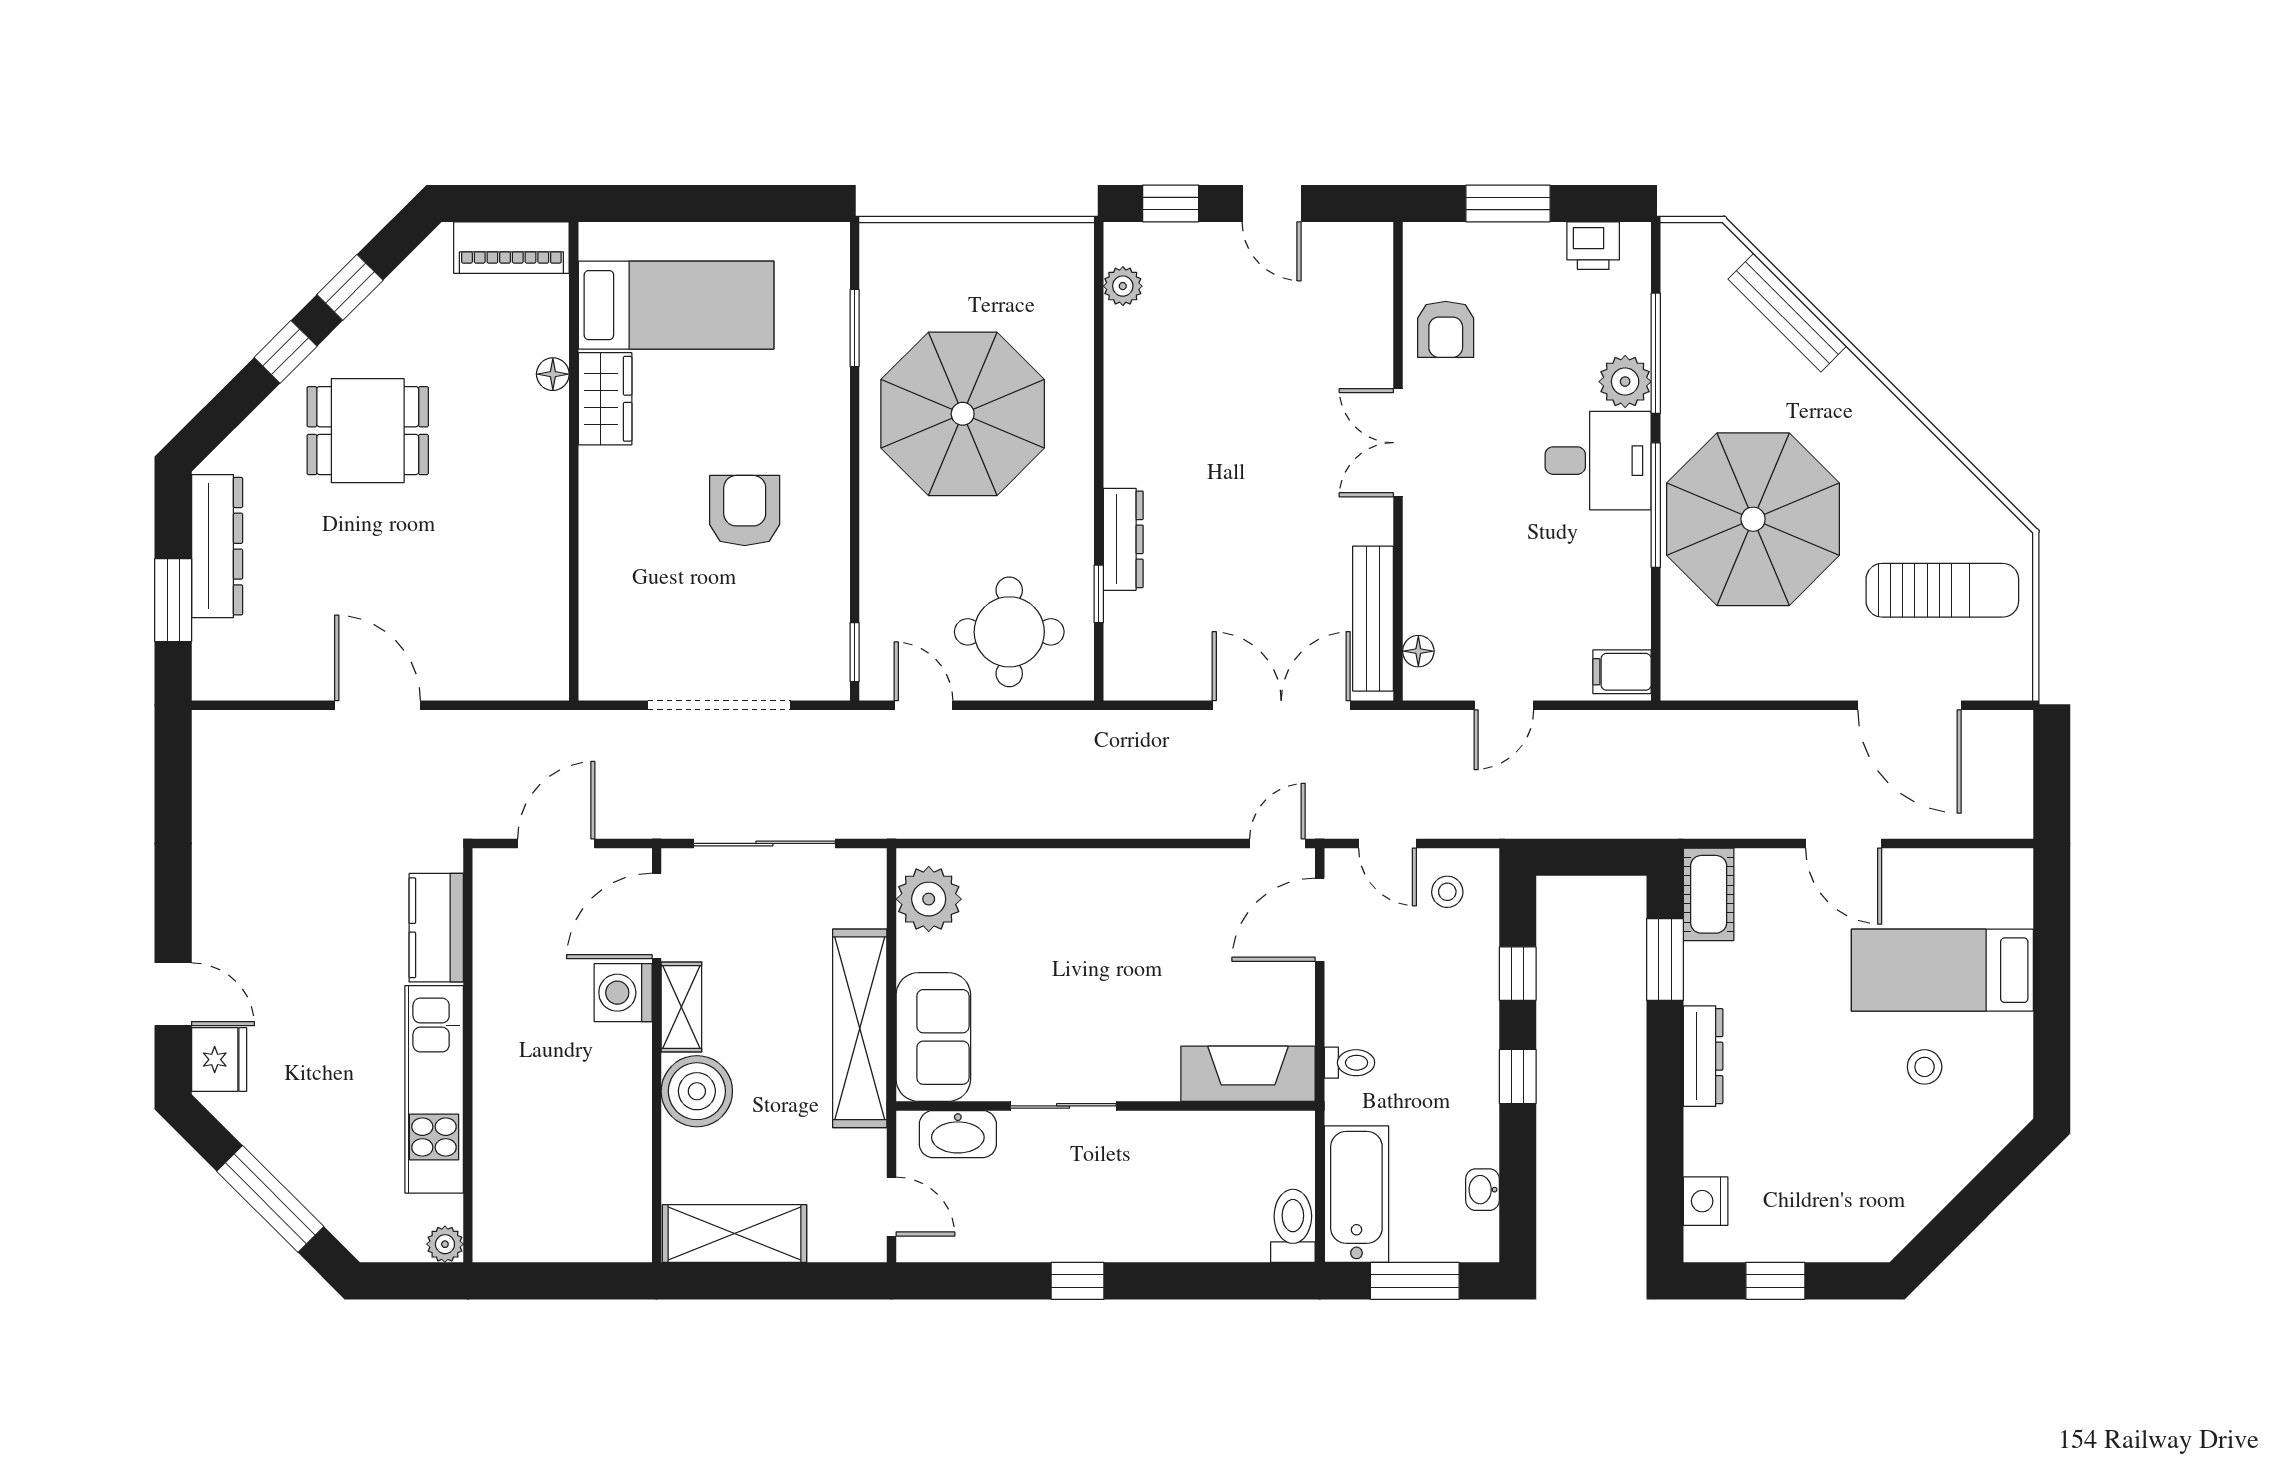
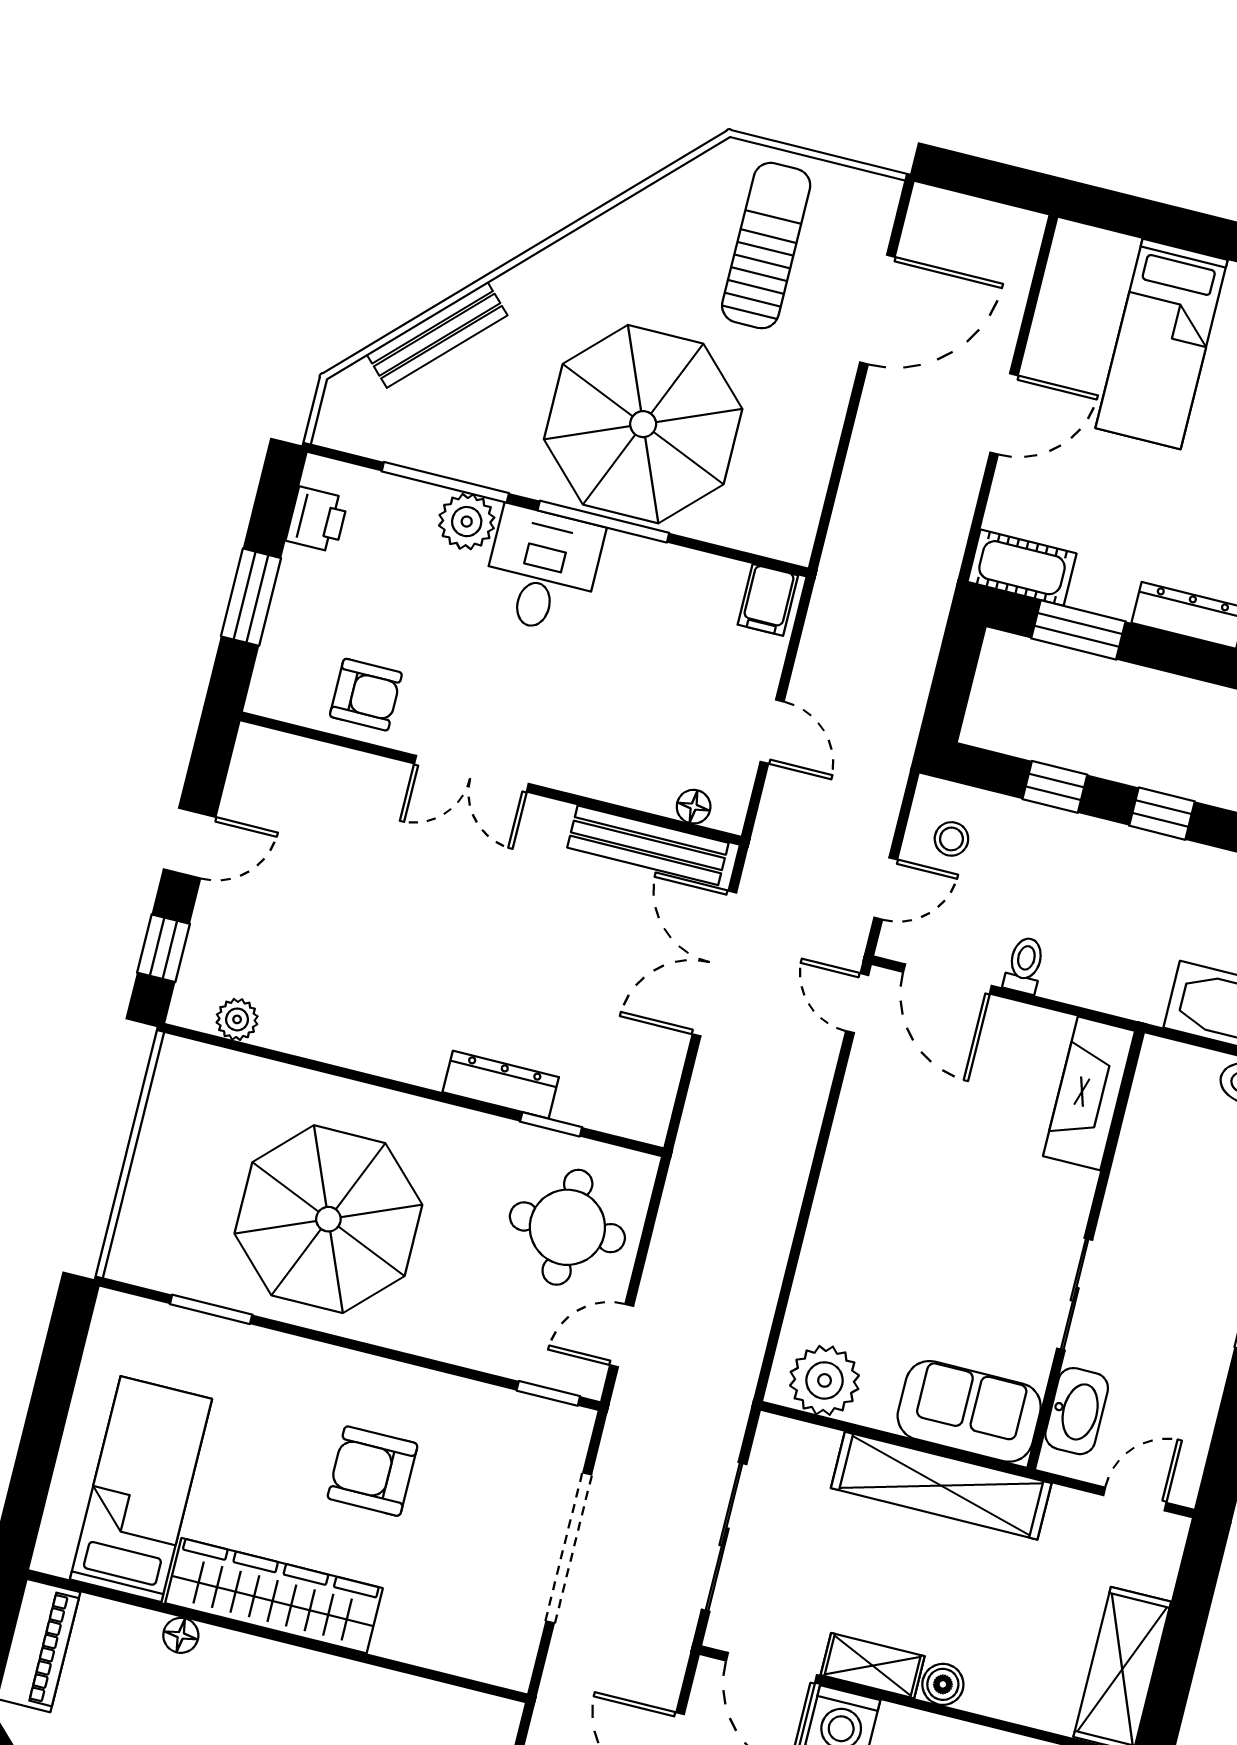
wardrobe: (605, 399) -> (274, 1596), width x2.10, depth x1.17
toilet: (1349, 1063) -> (1025, 965), moved
boiler: (697, 1091) -> (943, 1684), width x0.54, depth x0.54

